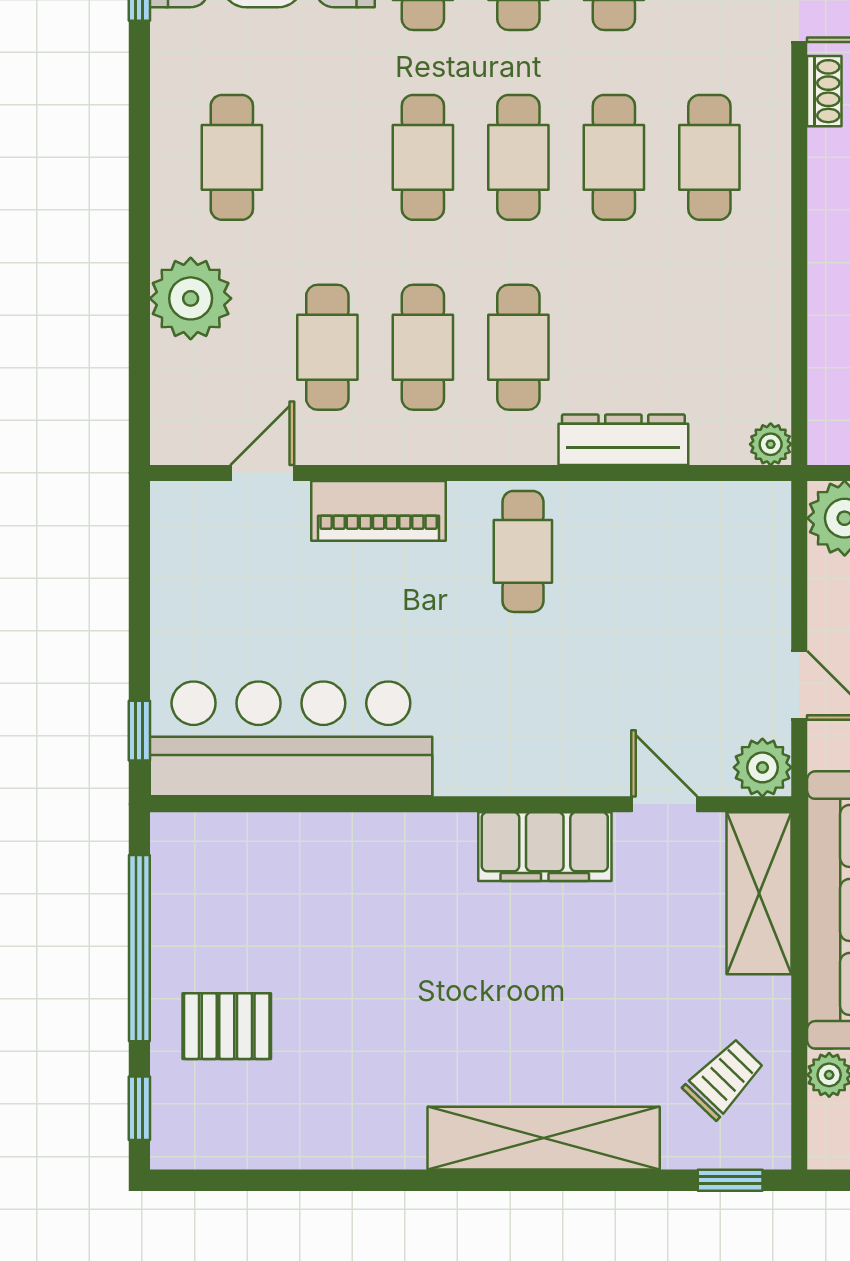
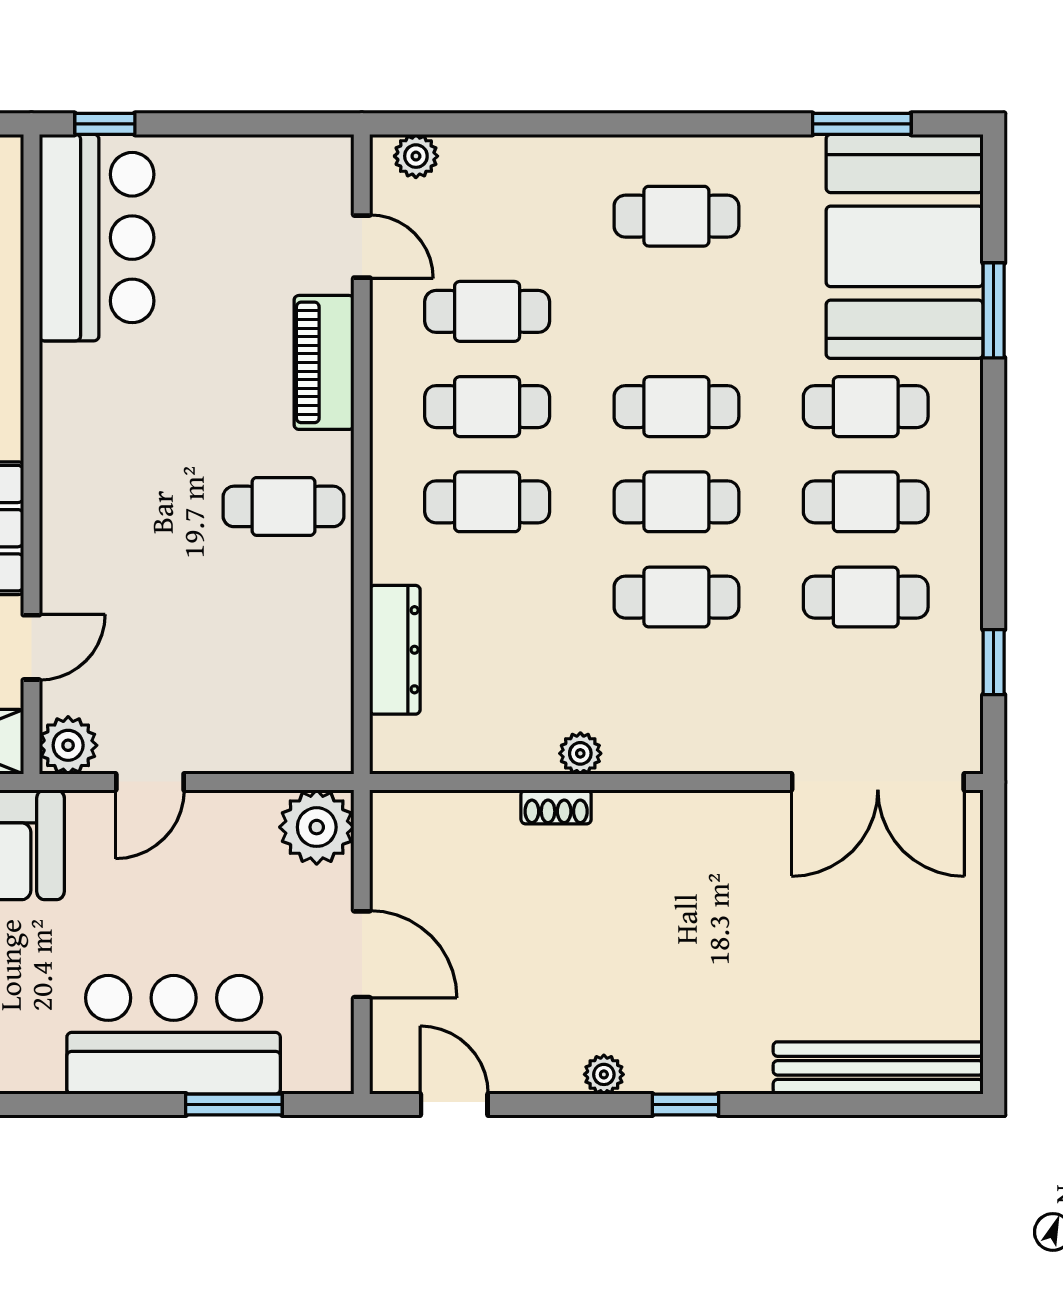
shoe rack: (824, 91) -> (556, 807), moved
cafe table: (709, 157) -> (676, 692), removed
plant: (191, 298) -> (416, 156), moved, width x0.53, depth x0.53
dresser: (623, 440) -> (395, 650), moved
plant: (771, 444) -> (580, 753), moved
bar counter: (291, 739) -> (97, 238), width x0.73

